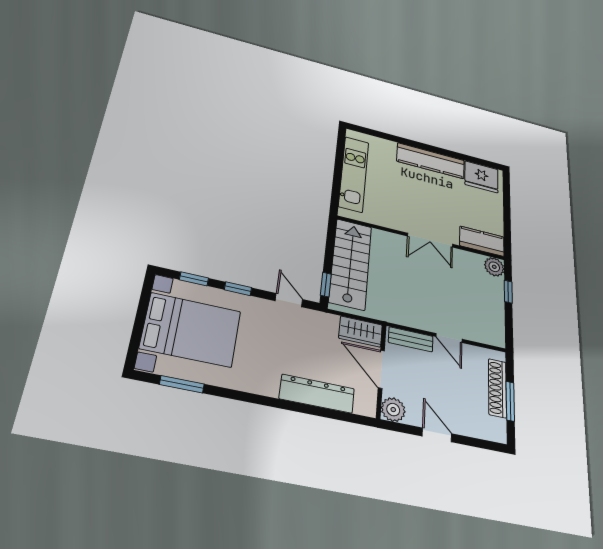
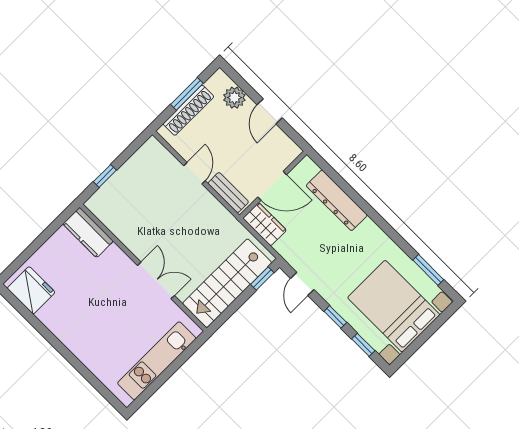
kitchen counter: (431, 161) -> (69, 333), removed
double door: (430, 240) -> (156, 280), moved
plant: (494, 267) -> (98, 204), removed
door: (381, 369) -> (272, 186), hinge flipped
plant: (393, 410) -> (234, 98), moved

